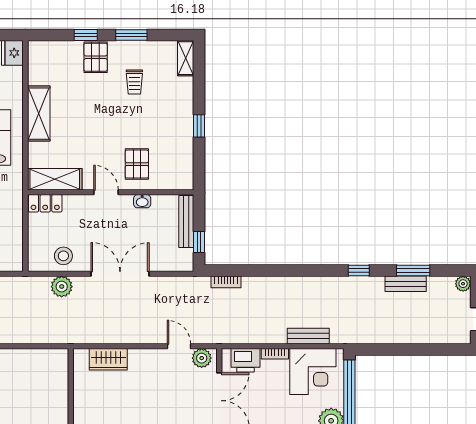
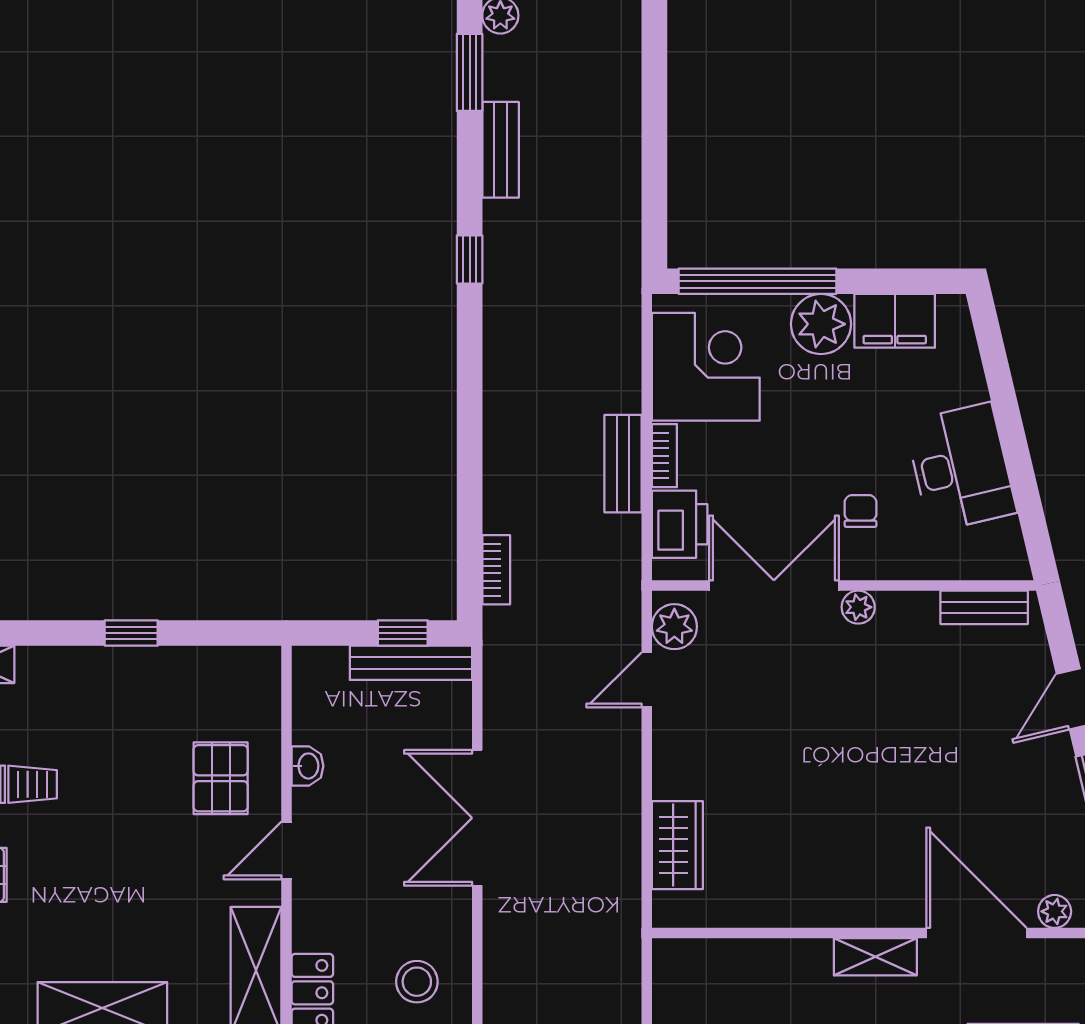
pallet: (137, 164) -> (221, 778), turned 90
bench: (186, 221) -> (411, 663), moved
stool: (63, 256) -> (417, 982), moved
window: (413, 270) -> (470, 72), moved
plant: (62, 287) -> (507, 954), removed
bench: (308, 336) -> (623, 464), moved

